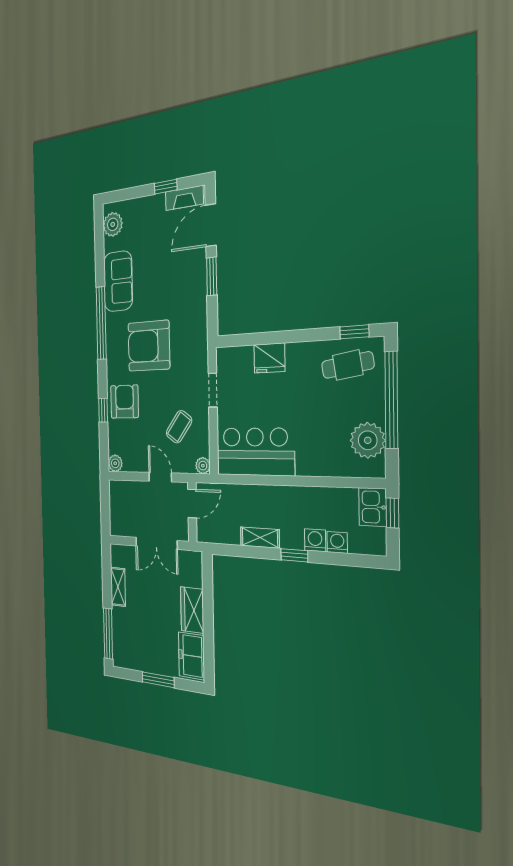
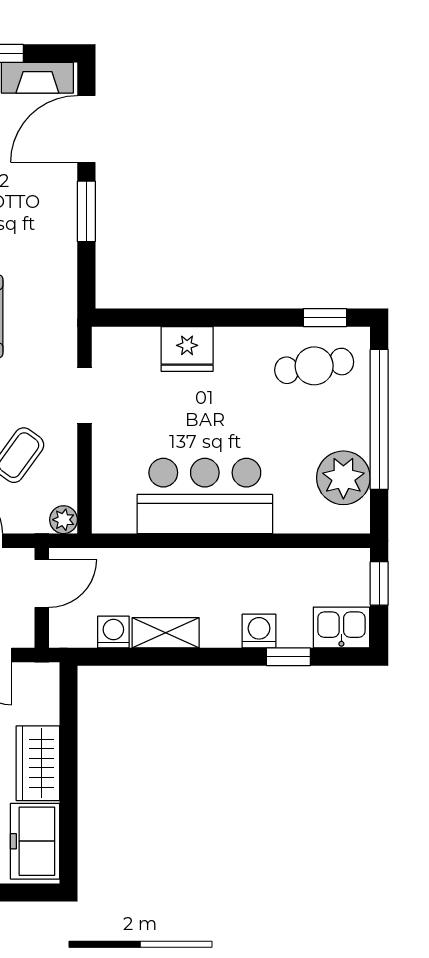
bar counter: (255, 452) -> (205, 496), moved
kitchen sink: (373, 507) -> (341, 627), moved, turned 90
washing machine: (337, 542) -> (113, 632), moved
window: (294, 555) -> (288, 657), moved

